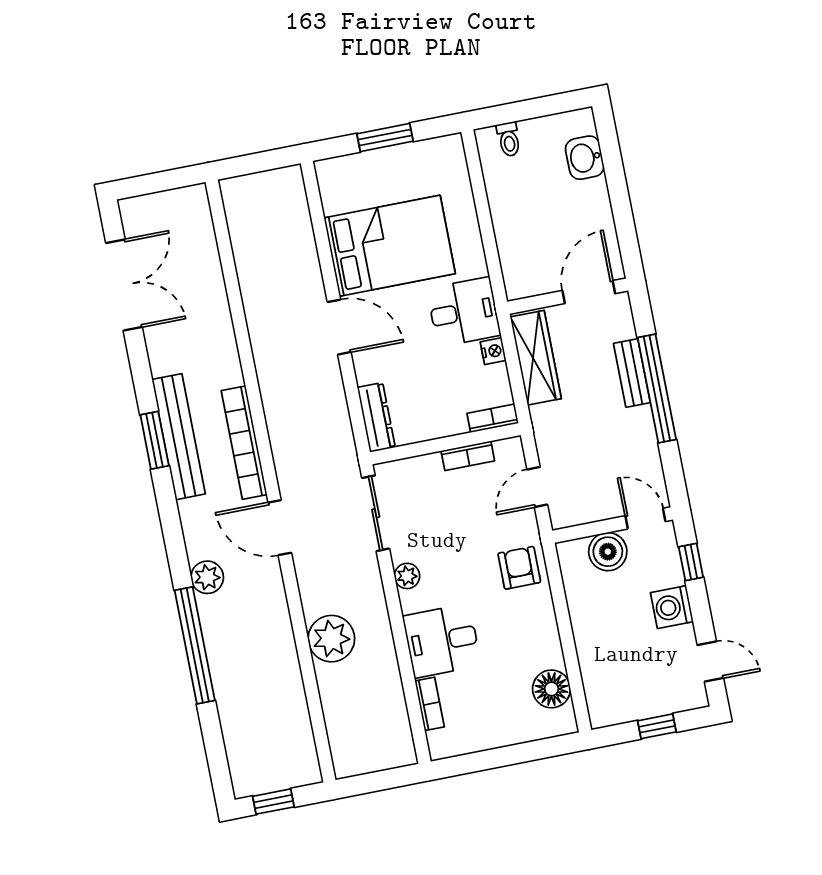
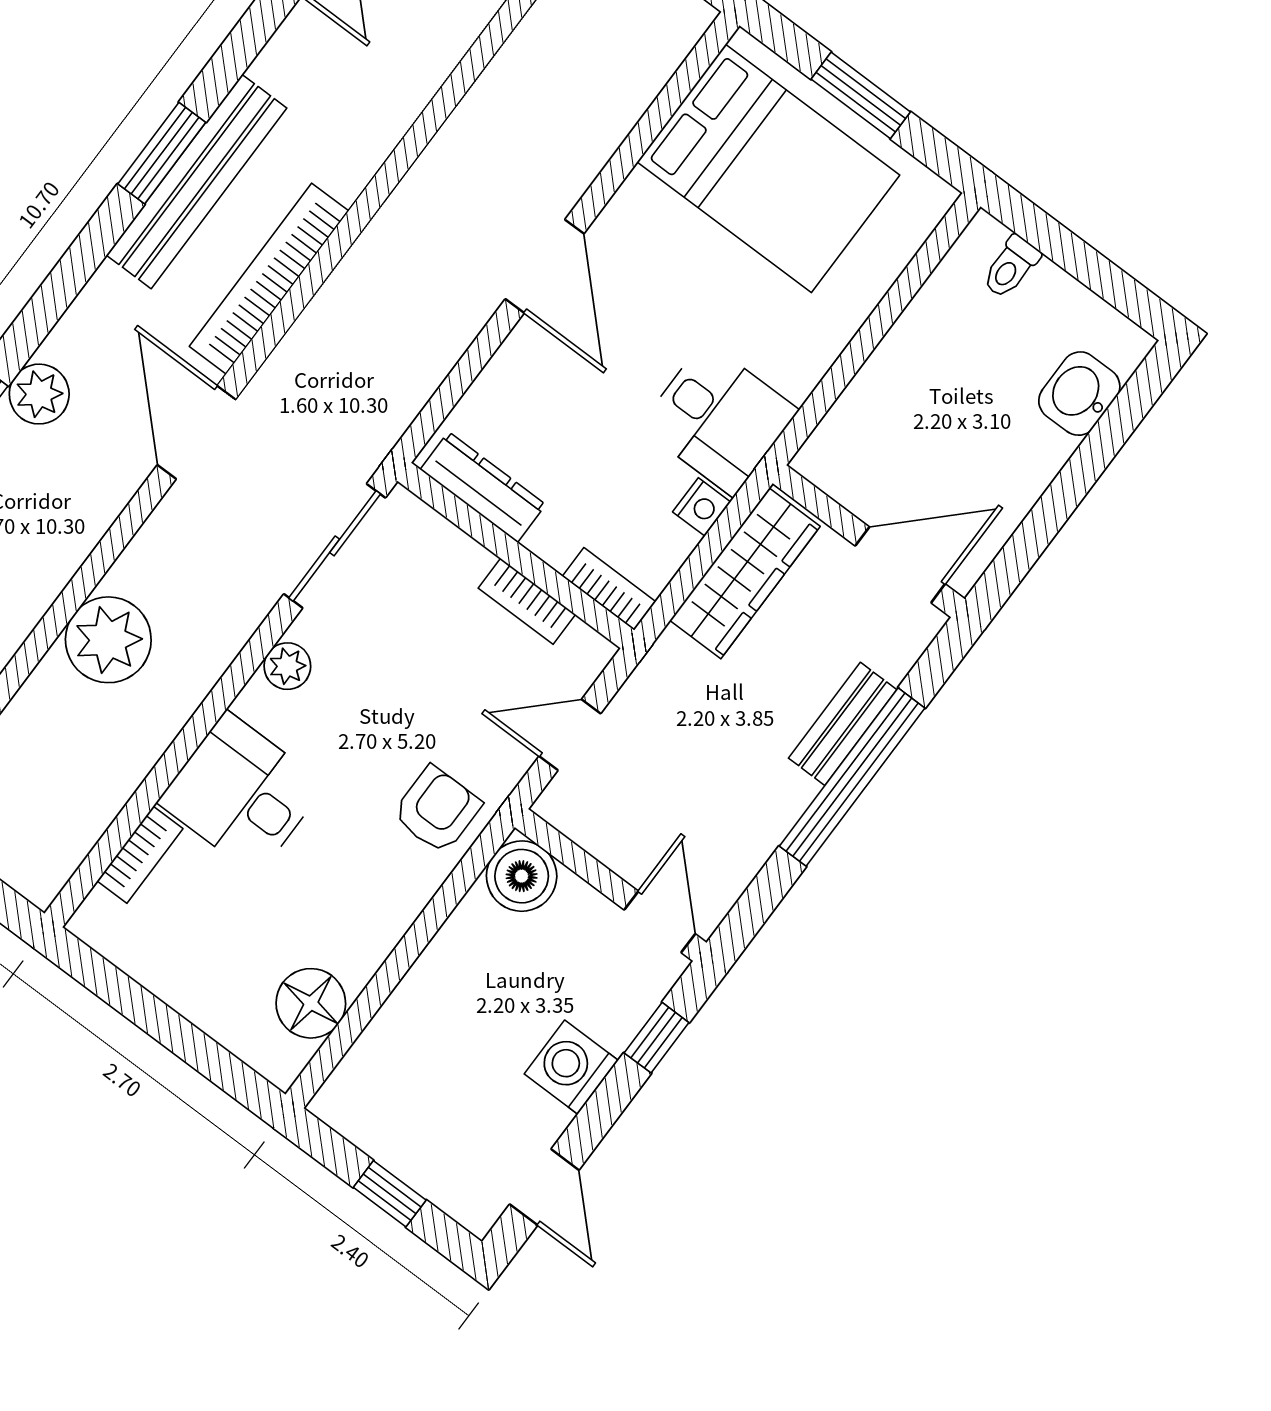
bed: (390, 246) -> (768, 168), moved
dresser: (376, 417) -> (483, 487), moved, turned -90
boiler: (608, 552) -> (522, 876), moved

